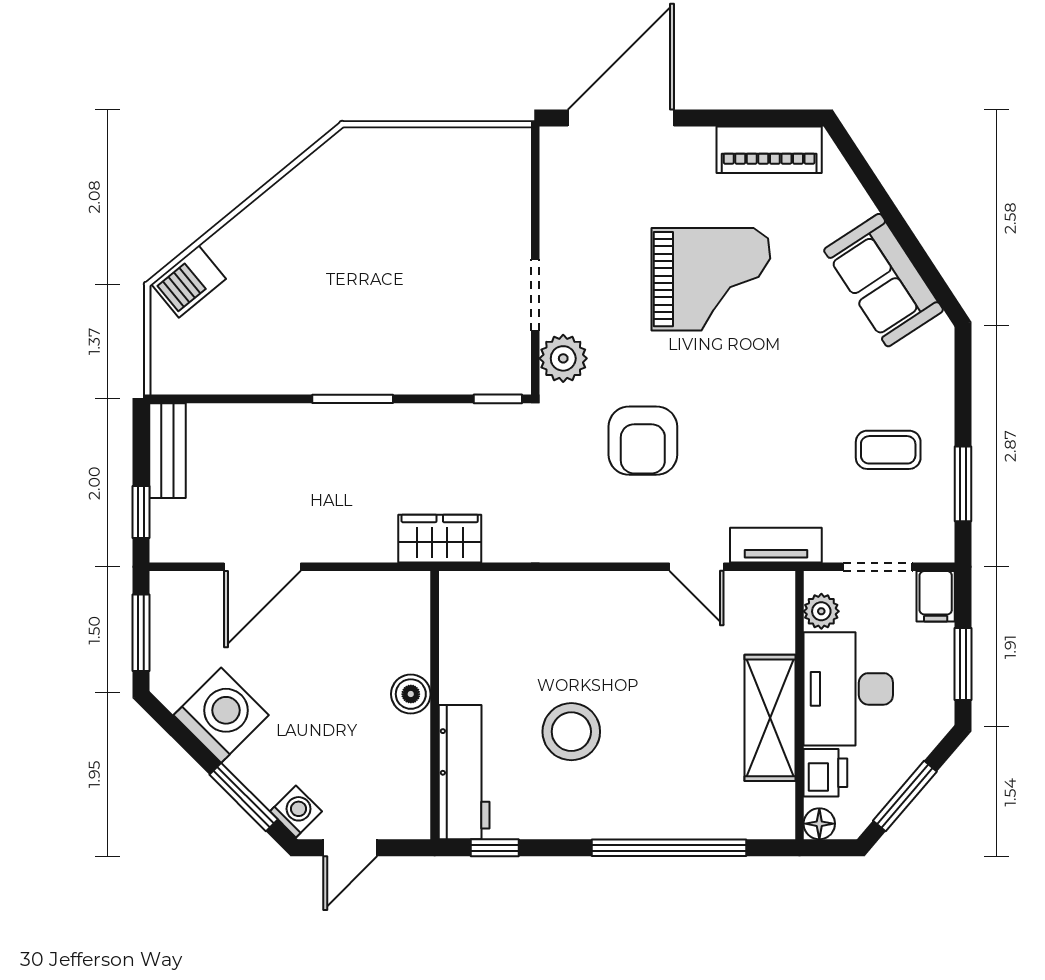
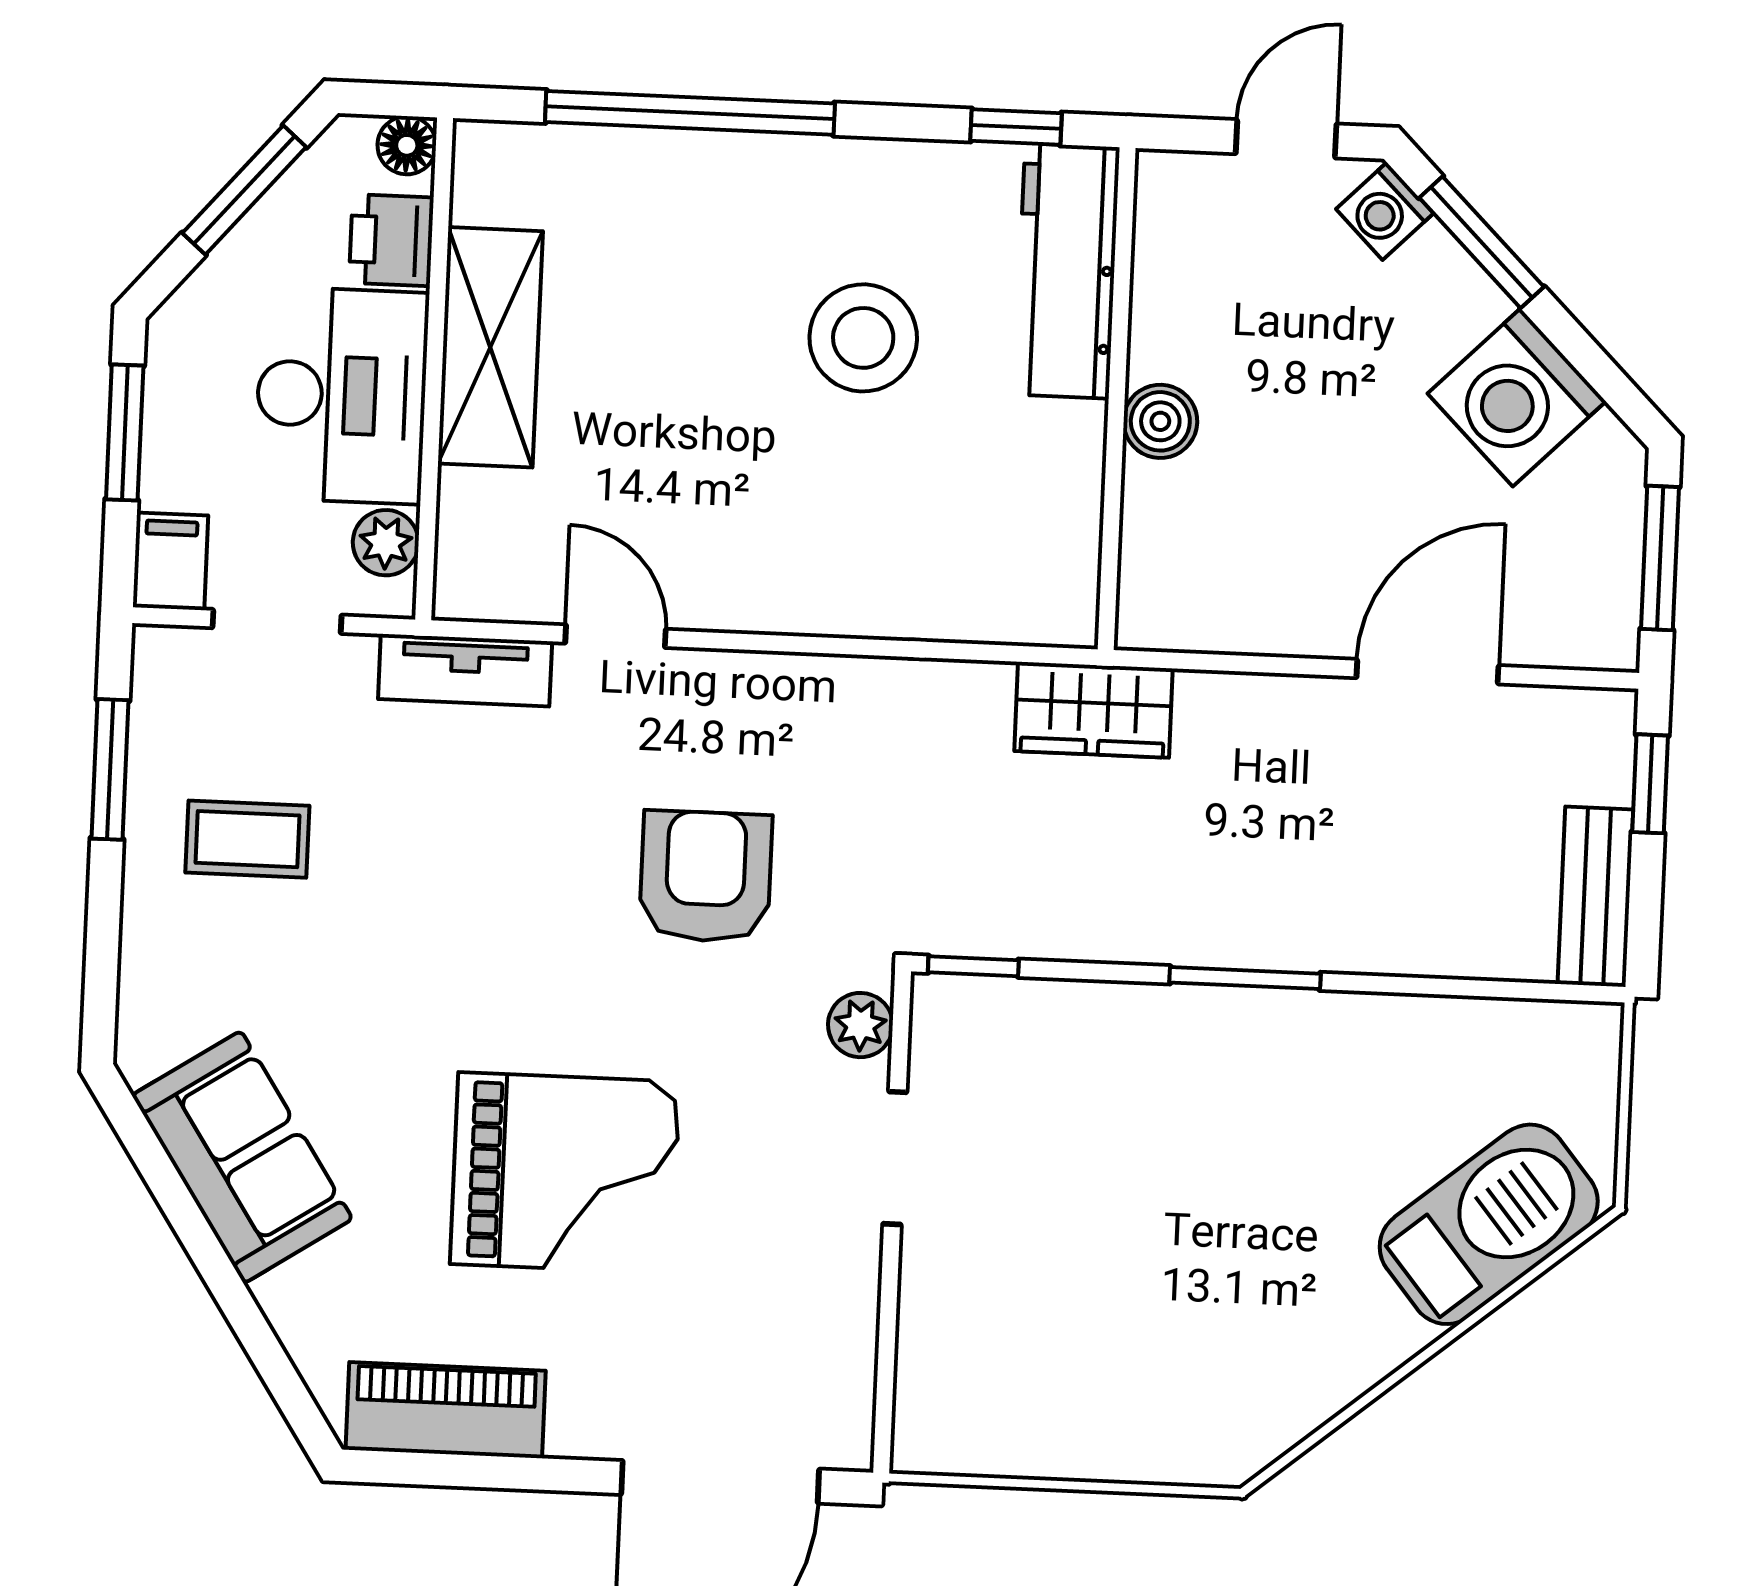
grand piano: (711, 279) -> (565, 1173), turned 180
barbecue: (189, 282) -> (1489, 1224), width x1.88, depth x1.53
plant: (563, 358) -> (860, 1025), width x0.73, depth x0.73

